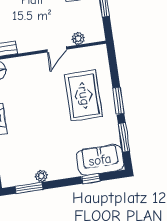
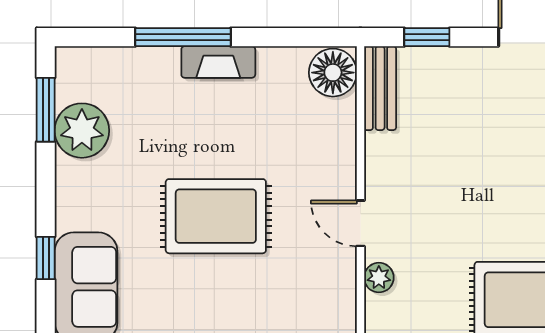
rug: (84, 96) -> (216, 216), moved
plant: (41, 176) -> (82, 131), width x1.88, depth x1.88

